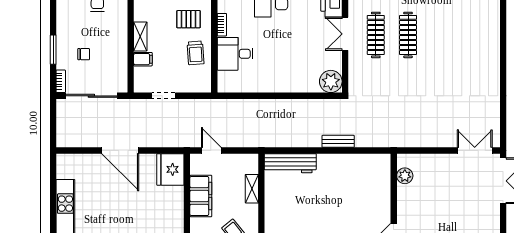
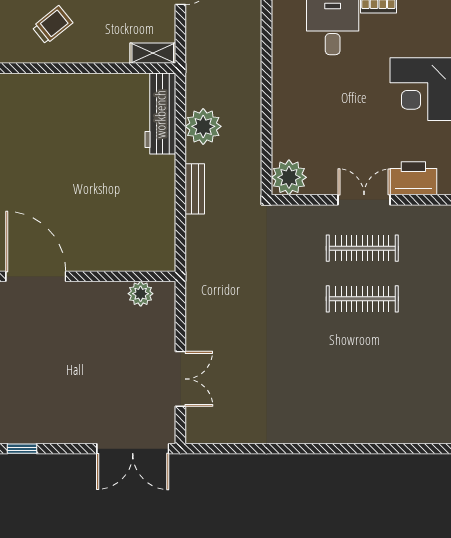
plant: (299, 136) -> (203, 126), added
double door: (475, 151) -> (180, 379), moved
shelving: (252, 189) -> (153, 53), moved

